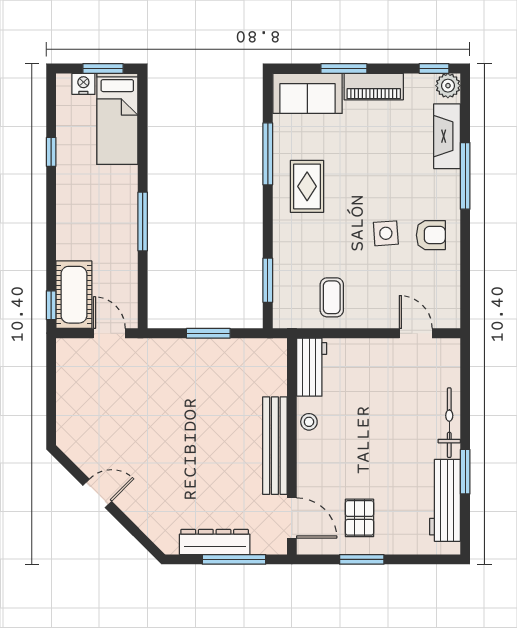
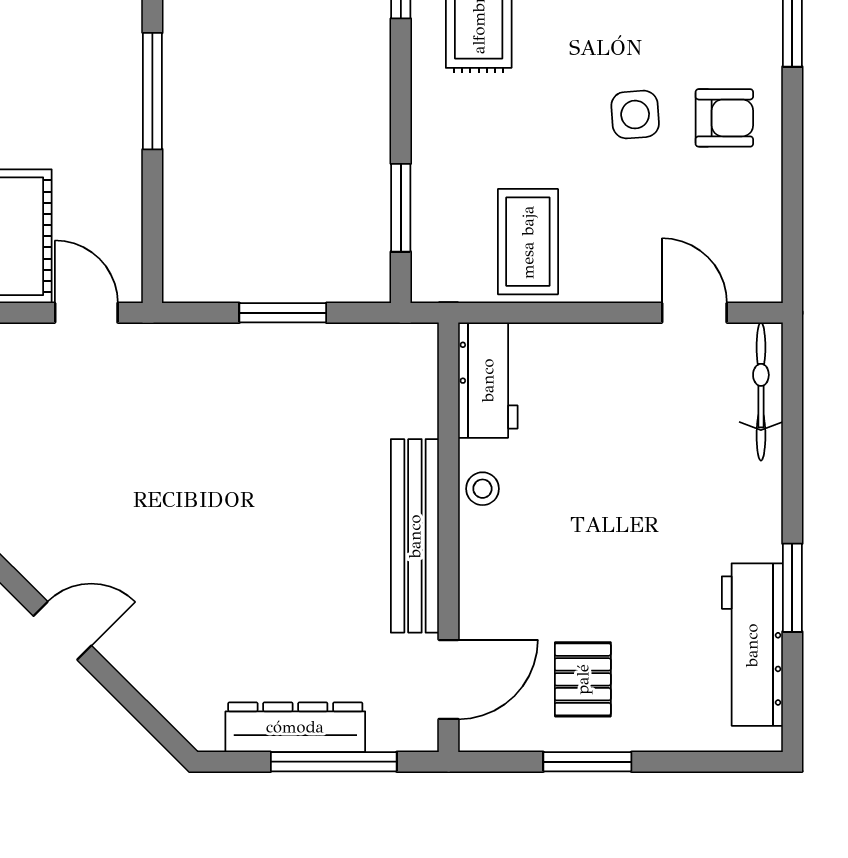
coffee table: (332, 297) -> (528, 242), width x1.36, depth x1.30
bicycle: (449, 423) -> (761, 392), moved
door: (292, 518) -> (449, 679), hinge flipped

